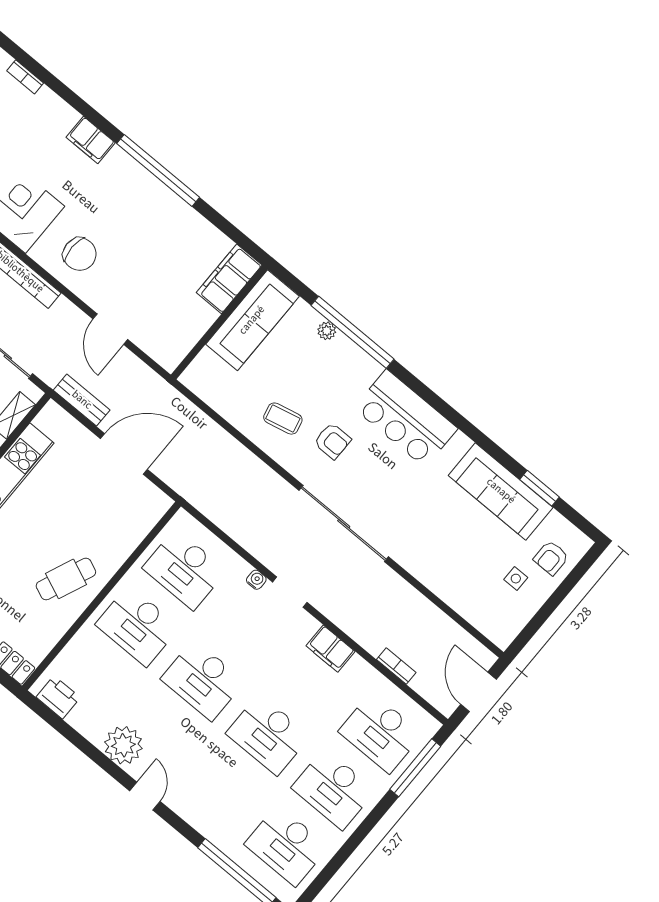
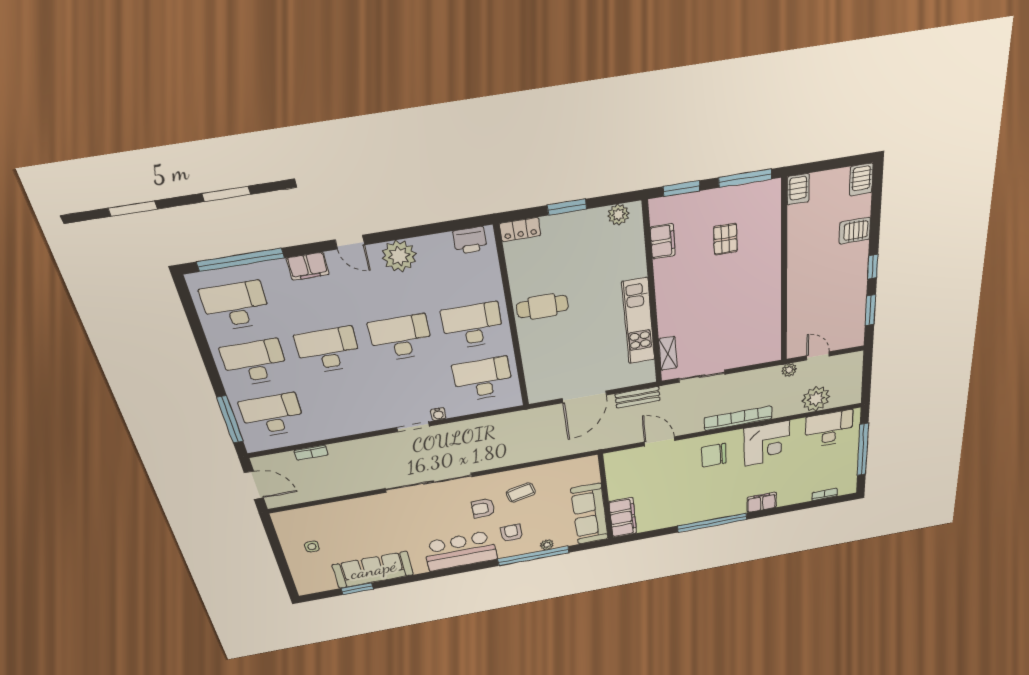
armchair: (551, 558) -> (512, 533), moved
cafe table: (66, 579) -> (543, 307), turned 67
filing cabinet: (330, 649) -> (308, 266), moved, turned 180

